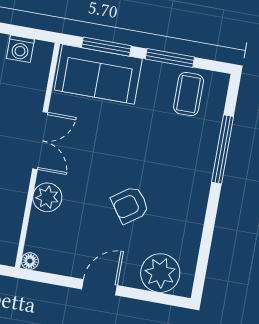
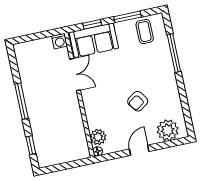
window: (106, 47) -> (92, 24), width x0.67
washing machine: (20, 49) -> (60, 41), moved
double door: (40, 141) -> (75, 75), moved
plant: (47, 197) -> (98, 137), moved

